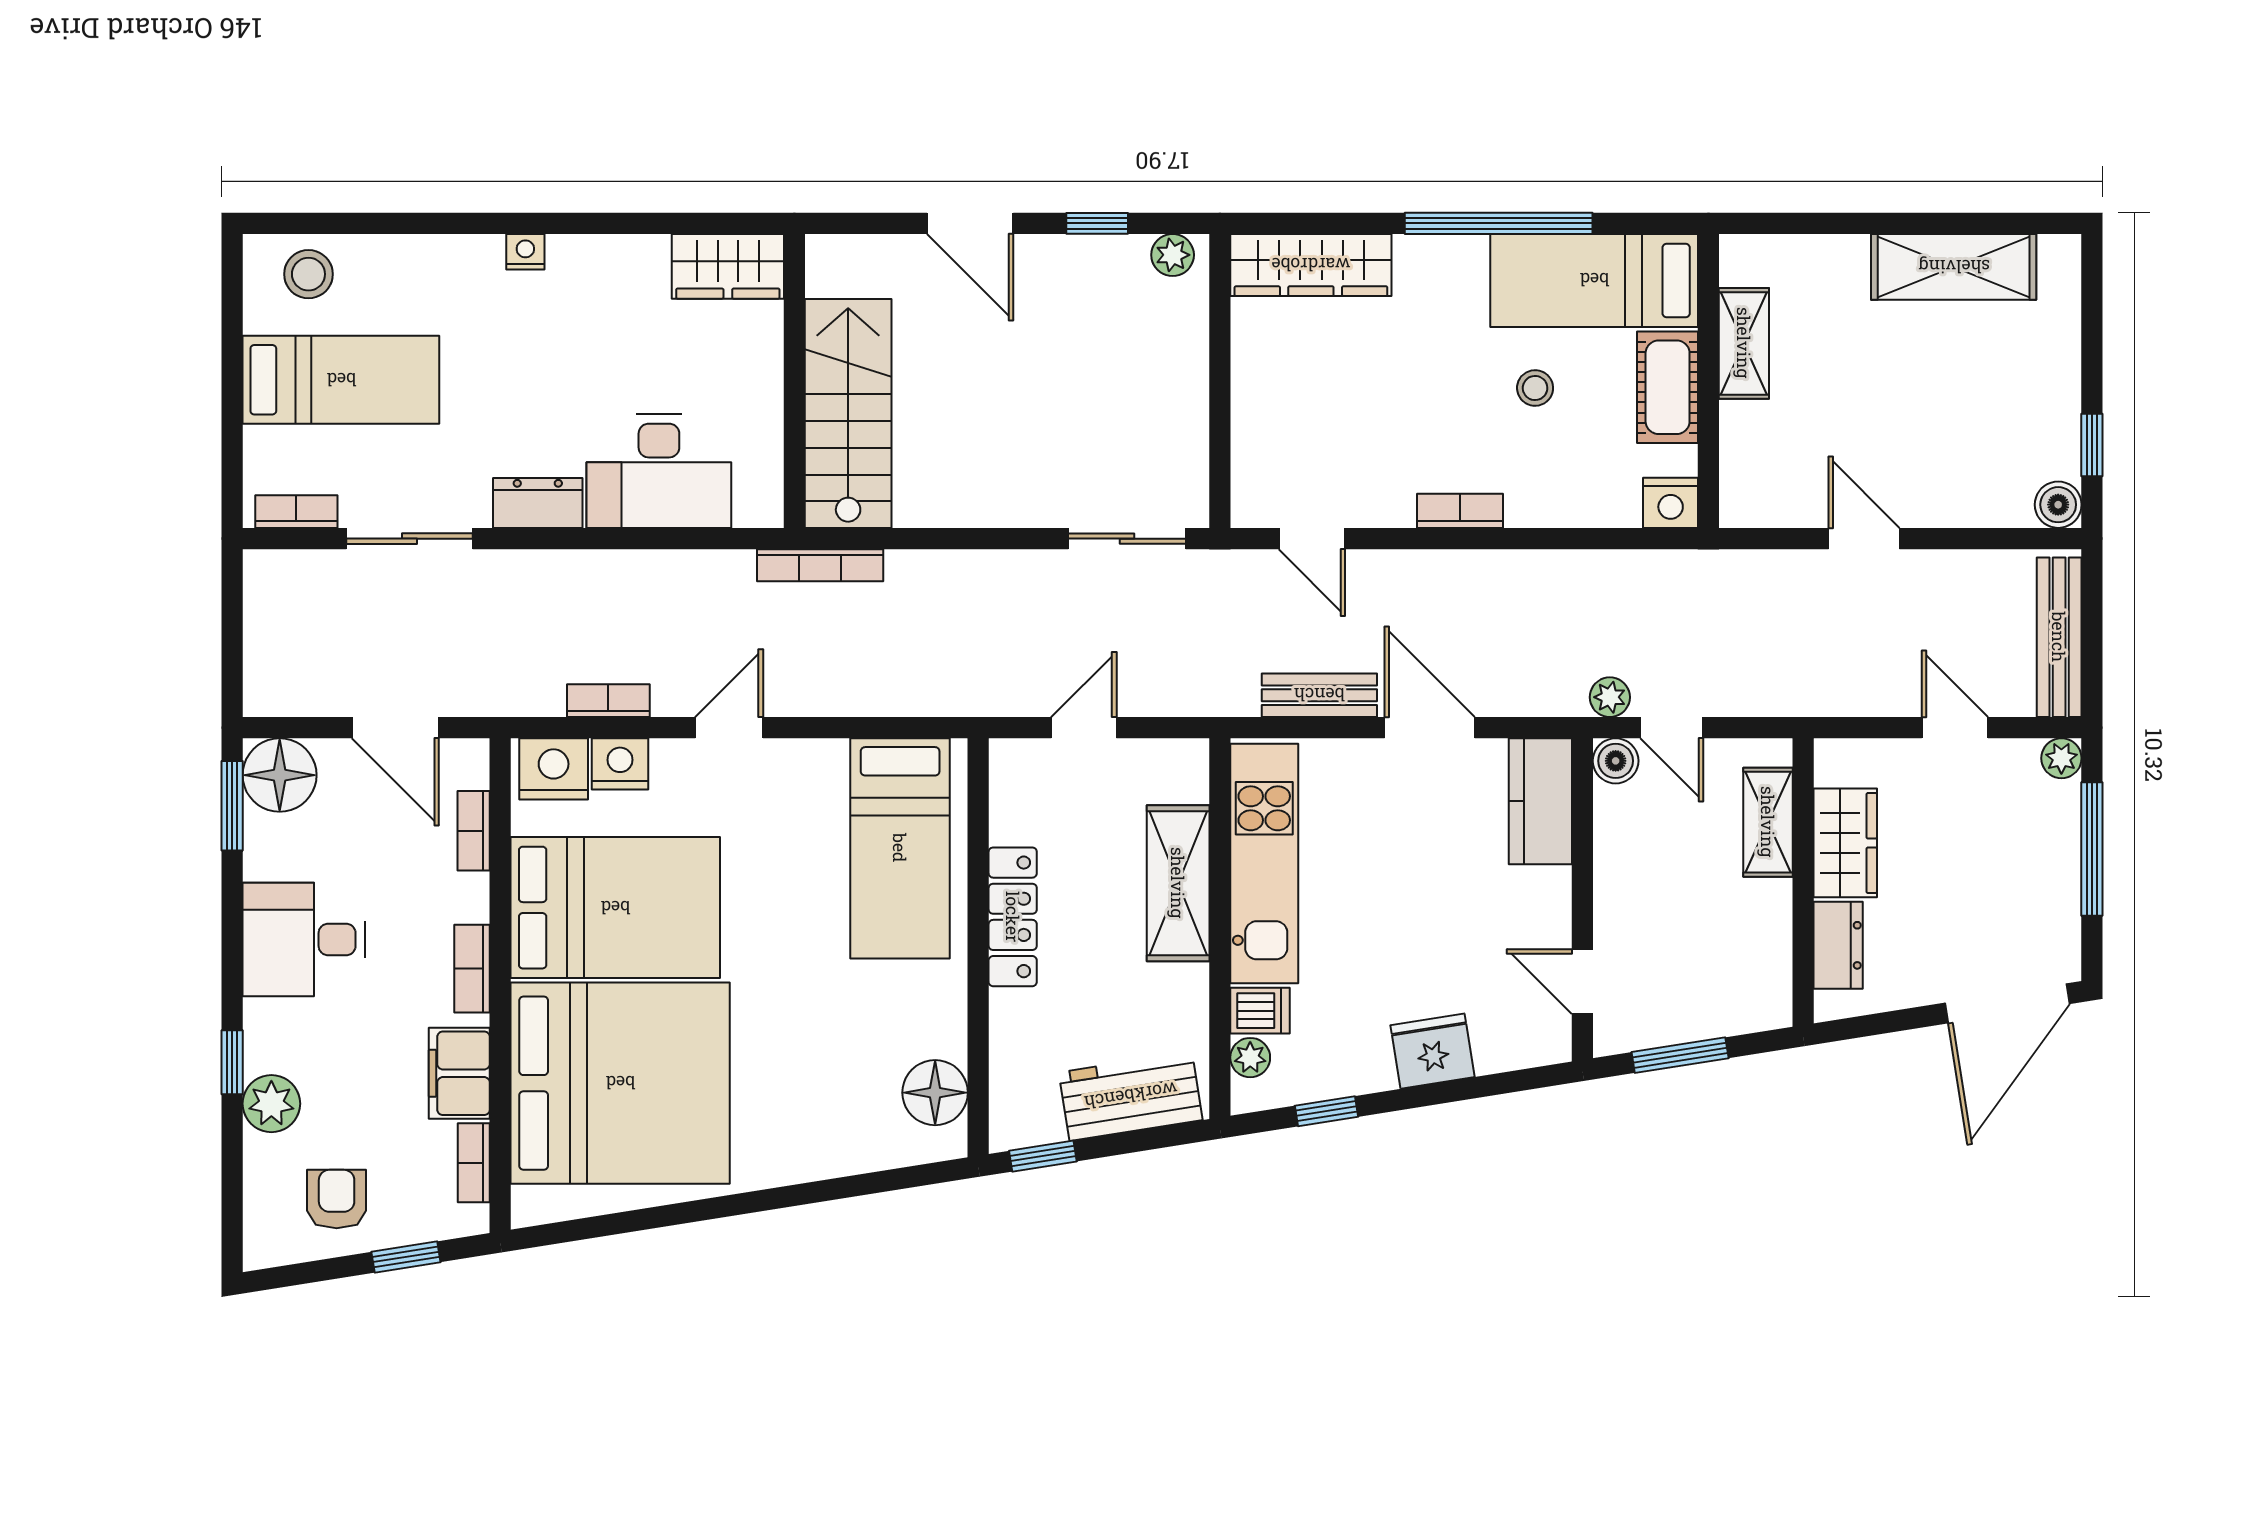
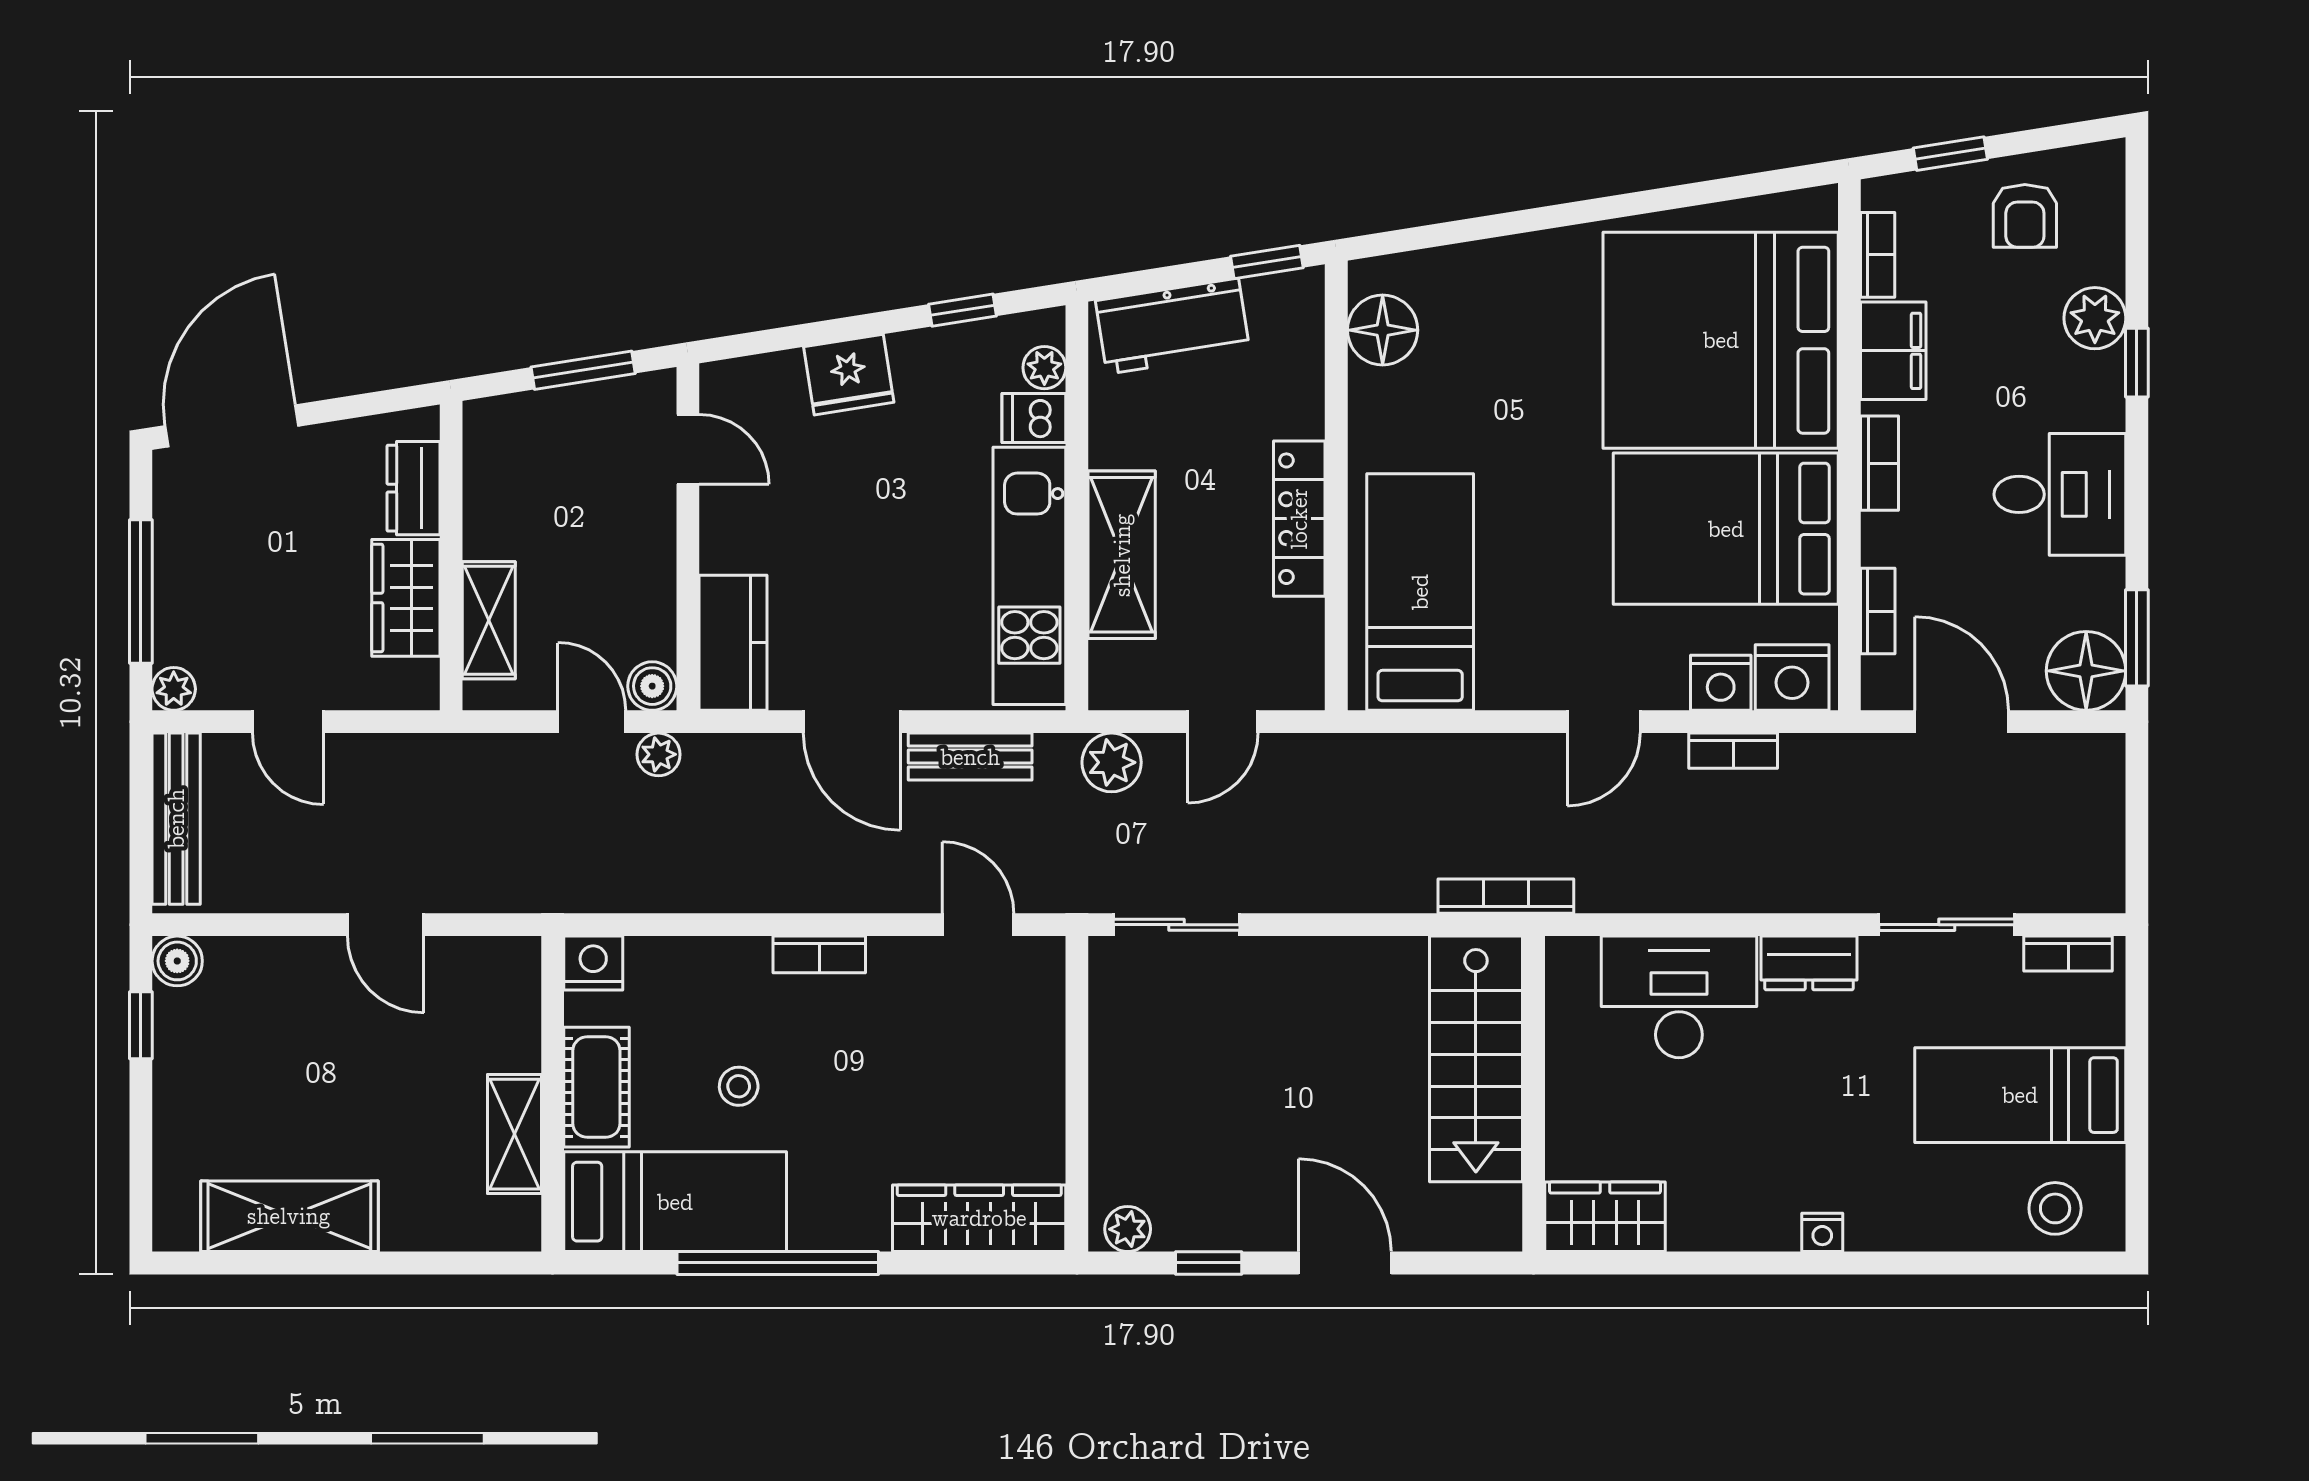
plant: (1188, 690) -> (1112, 762), added

